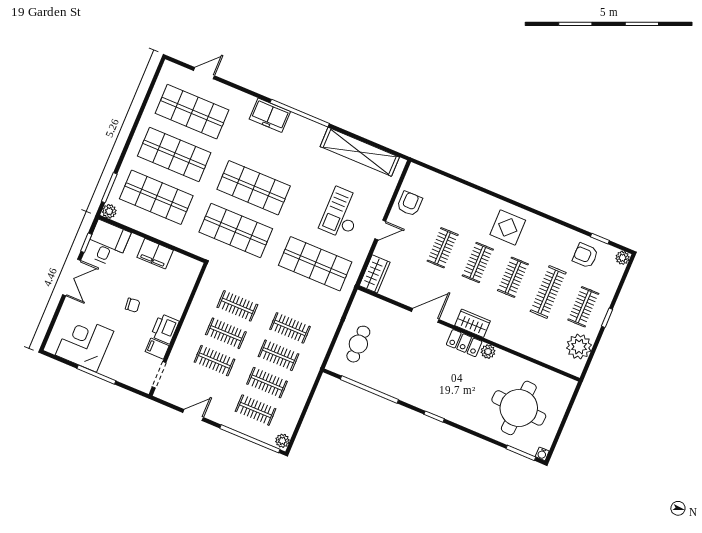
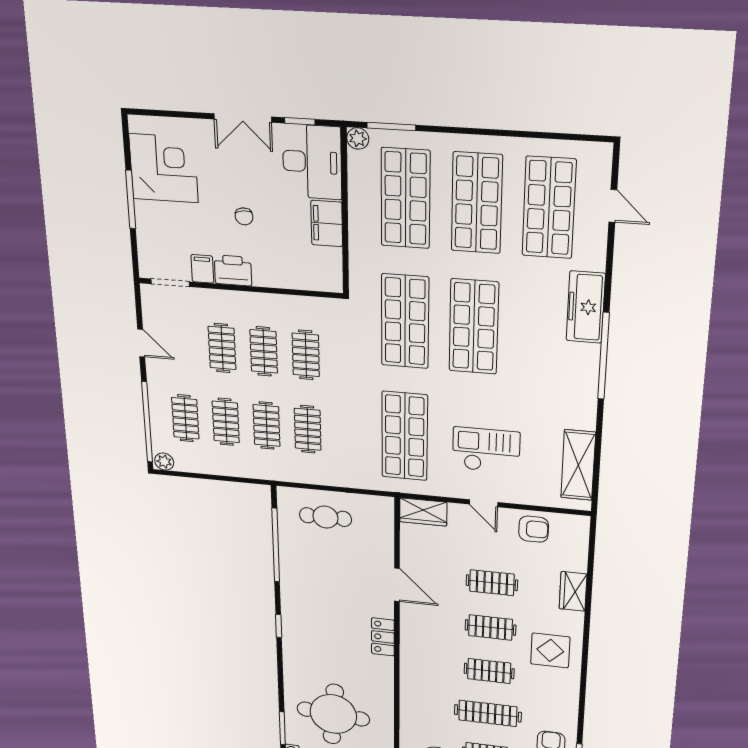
freezer: (270, 115) -> (586, 307), width x1.40
shelving: (360, 152) -> (578, 465), width x0.68
desk: (107, 243) -> (312, 162), width x1.37
wardrobe: (473, 323) -> (573, 591), moved, turned 180
plant: (488, 352) -> (385, 665), removed

